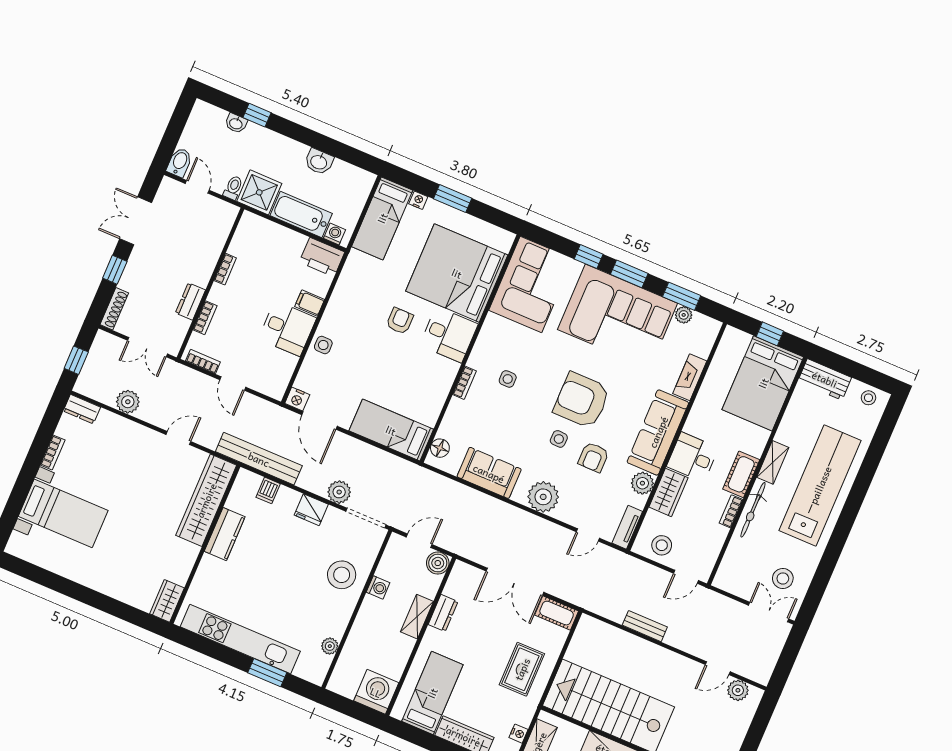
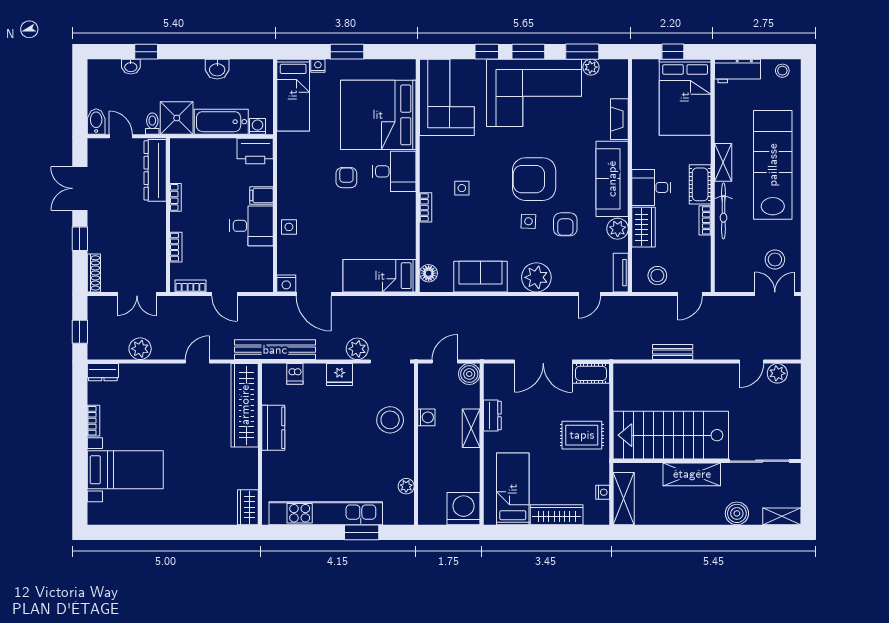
dresser: (190, 301) -> (155, 170), moved, width x1.96, depth x1.24
rug: (522, 669) -> (582, 435), turned 90

